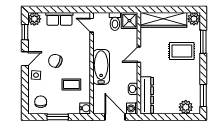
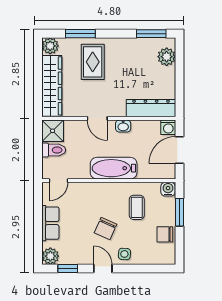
washbasin: (133, 89) -> (123, 126), moved
chair: (41, 102) -> (165, 234), moved
window: (58, 117) -> (180, 212), moved

